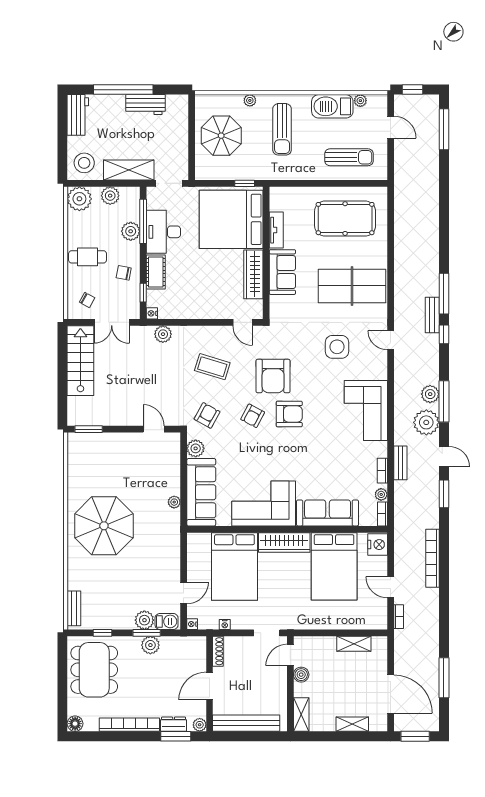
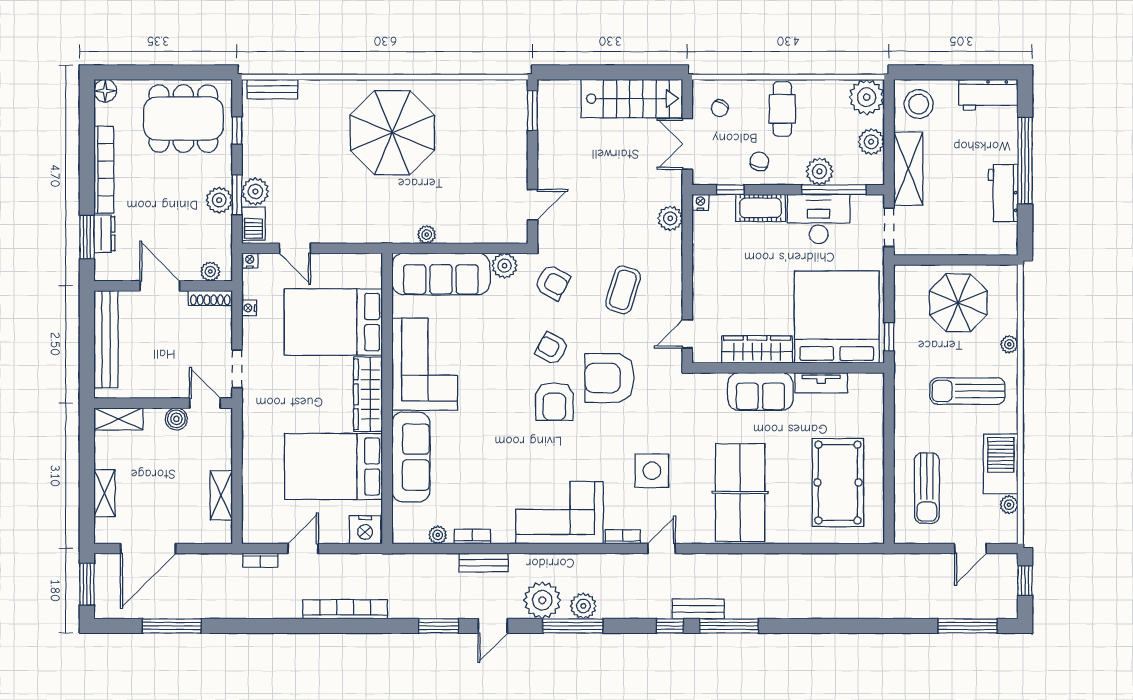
bookcase: (383, 514) -> (623, 537), moved
plant: (200, 725) -> (210, 271), moved

